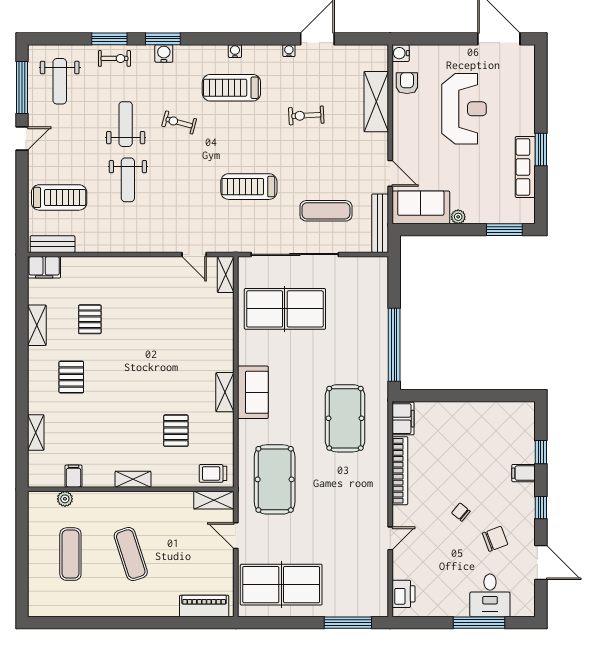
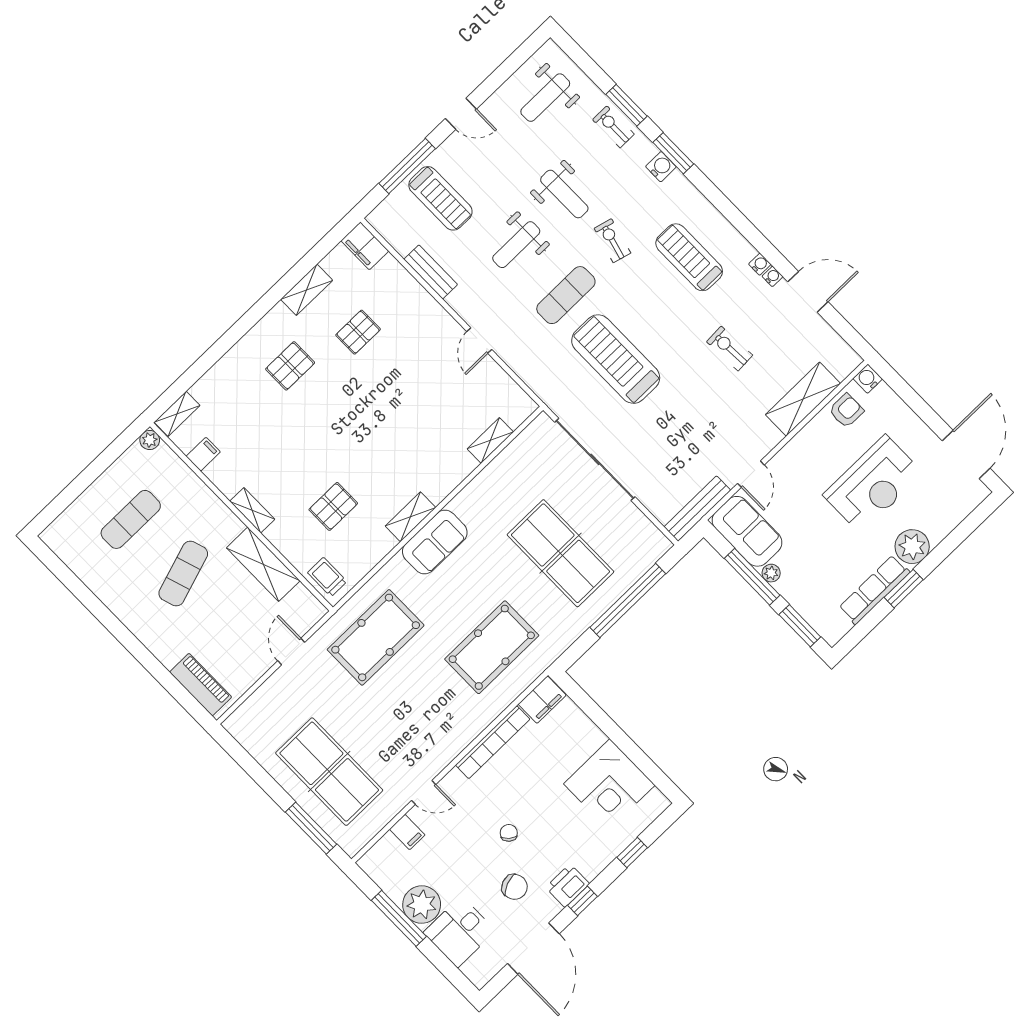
water cooler: (235, 51) -> (760, 264), moved
exercise bike: (114, 58) -> (613, 127), turned 180
window: (22, 88) -> (407, 166), moved
plant: (522, 121) -> (912, 547), added
weight bench: (126, 124) -> (564, 194), turned 90
treadmill: (249, 187) -> (616, 359), width x1.37, depth x1.38
exercise mat: (326, 211) -> (566, 295), moved, turned 90
window: (450, 230) -> (752, 577), added
bench: (53, 244) -> (431, 272), moved
door: (194, 254) -> (479, 341), moved
shelving: (226, 275) -> (490, 440), moved
table tennis table: (285, 309) -> (560, 553), moved
window: (394, 345) -> (628, 600), moved
corner desk: (489, 427) -> (609, 784), added
shelving: (36, 433) -> (177, 414), moved
filing cabinet: (524, 473) -> (407, 832), moved, turned 180
plant: (65, 499) -> (150, 440), moved
shelving: (214, 500) -> (263, 564), moved, width x1.50, depth x1.33
door: (541, 562) -> (533, 949), width x1.36
table tennis table: (281, 585) -> (329, 772), moved
printer: (404, 594) -> (567, 886), moved, turned 180
plant: (453, 602) -> (422, 905), added
window: (479, 623) -> (399, 918), moved

